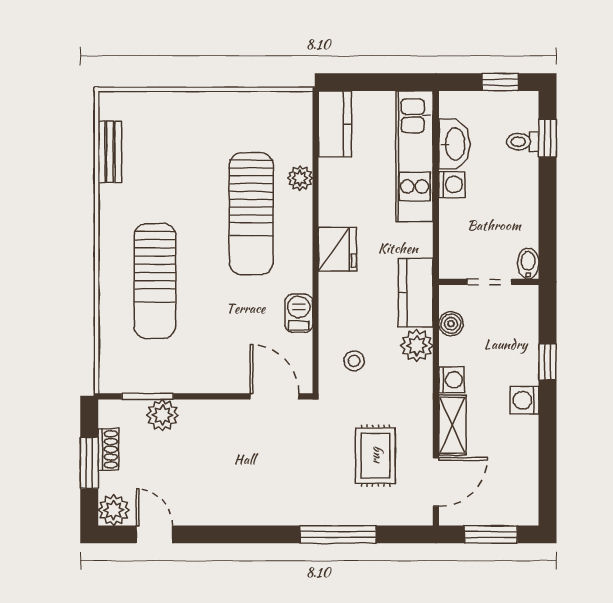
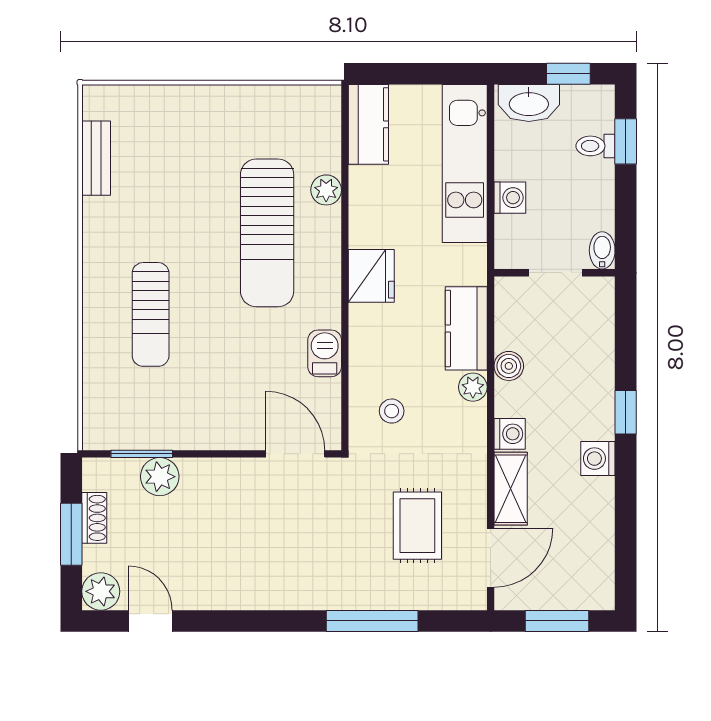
washbasin: (454, 144) -> (529, 103), moved, turned 90
bidet: (528, 263) -> (602, 250), moved
sun lounger: (155, 281) -> (151, 314), width x0.73, depth x0.75
doorway: (489, 282) -> (555, 273), moved
wall: (489, 282) -> (555, 273), moved
plant: (417, 346) -> (473, 387), width x0.73, depth x0.73

